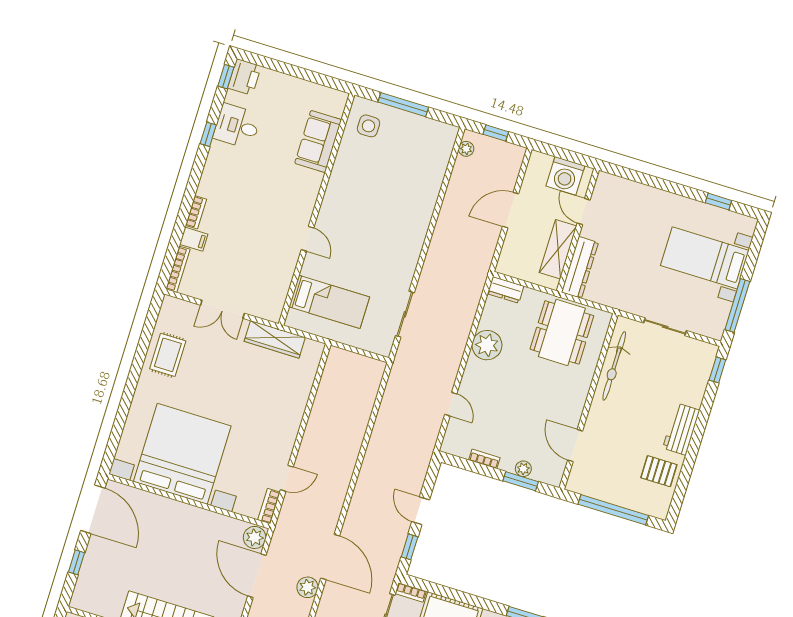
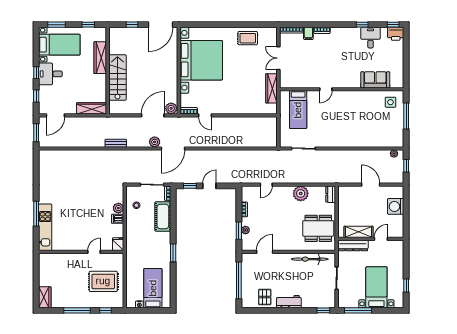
door: (584, 212) -> (381, 239), moved
wall: (578, 230) -> (371, 239), moved
shelving: (558, 249) -> (359, 232), moved
dresser: (580, 267) -> (353, 245), moved

